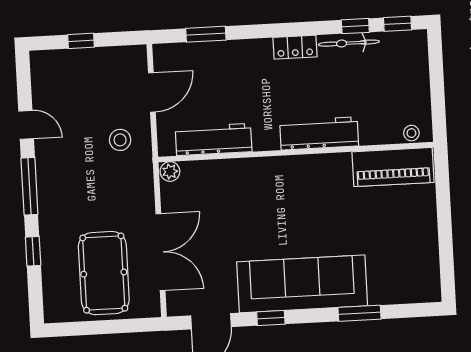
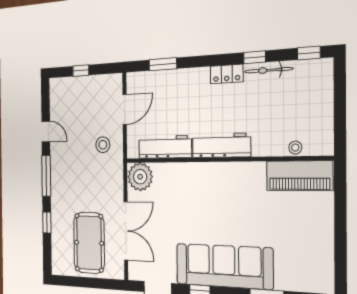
window: (355, 26) -> (255, 57), moved
workbench: (319, 133) -> (221, 145), moved
stool: (411, 133) -> (295, 148), moved
plant: (170, 171) -> (140, 177), width x1.87, depth x1.87

